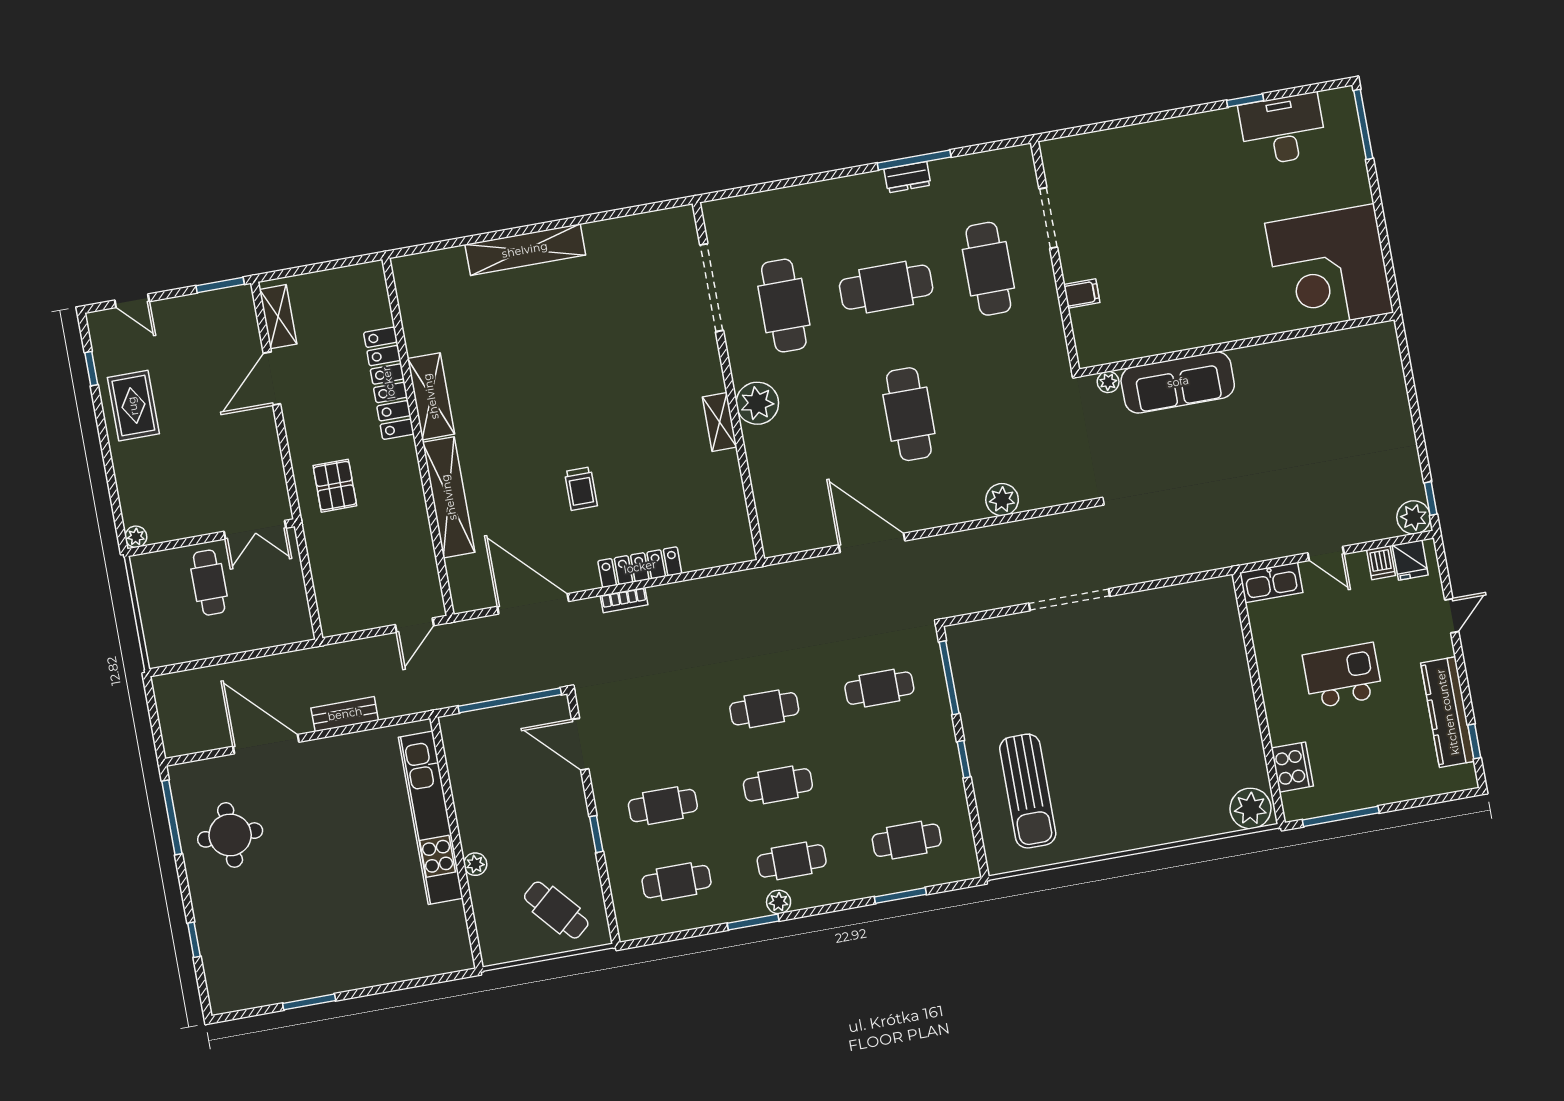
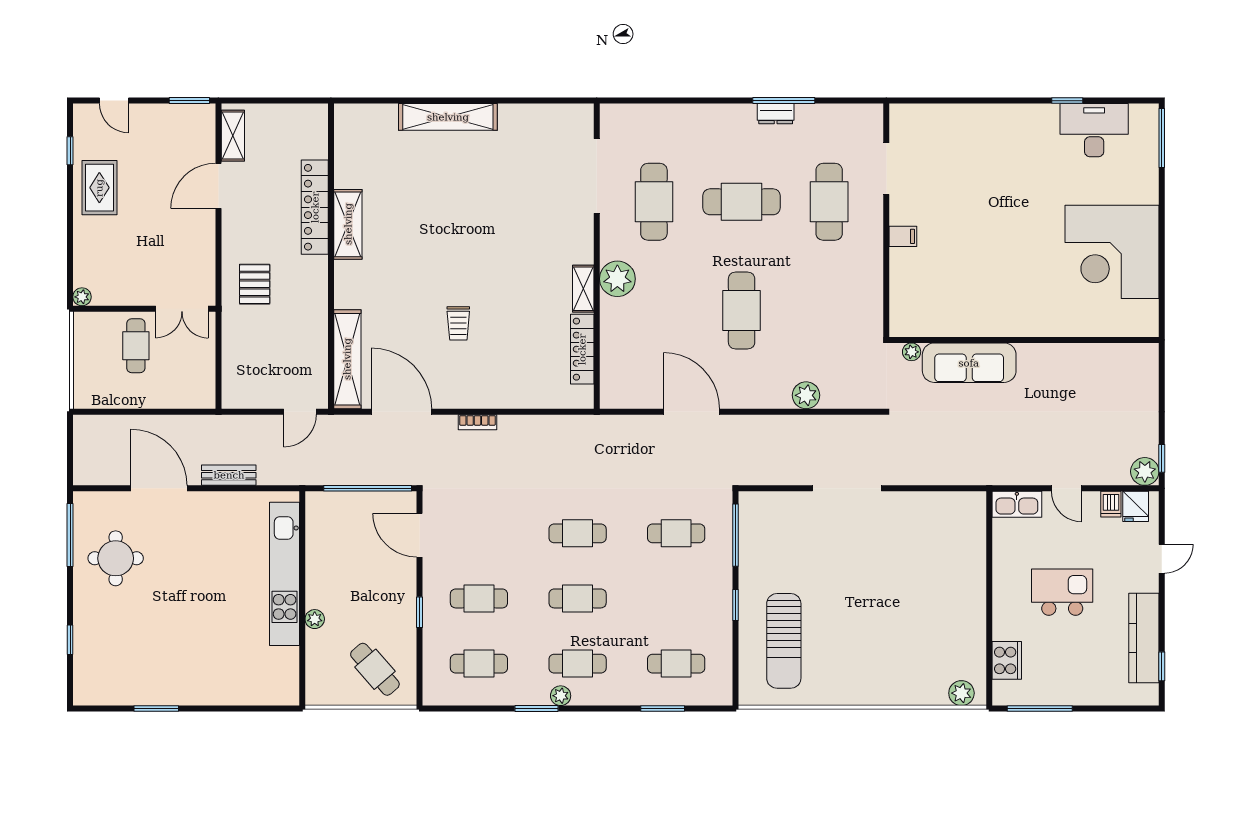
wall: (1237, 344) -> (1024, 340), moved
plant: (1108, 382) -> (912, 352), moved
sofa: (1178, 382) -> (969, 363), moved
shelving: (449, 497) -> (347, 359), moved
locker: (640, 567) -> (582, 349), moved, turned -90
plant: (1251, 808) -> (961, 693), width x0.73, depth x0.73

